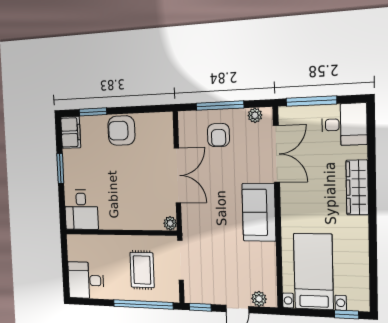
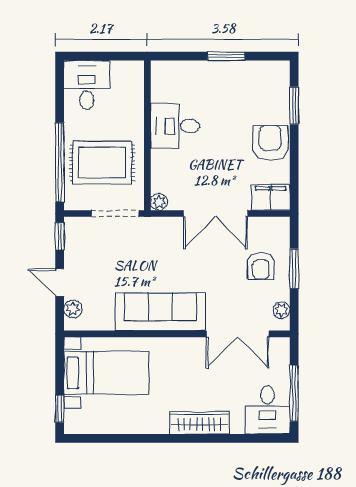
window: (311, 101) -> (294, 393), moved
window: (220, 106) -> (294, 269), width x0.69
filing cabinet: (71, 132) -> (271, 197), moved, turned 180
armchair: (218, 135) -> (261, 266), turned -90
desk: (81, 210) -> (175, 126), moved
sofa: (259, 212) -> (160, 312), width x1.36
rug: (142, 270) -> (102, 163), width x1.36, depth x1.43

